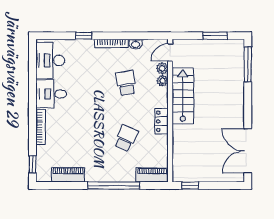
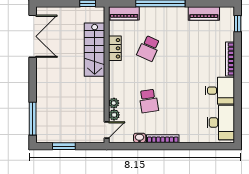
window: (84, 36) -> (189, 146), removed
stairs: (183, 96) -> (95, 50), moved
locker: (161, 121) -> (115, 48), moved

